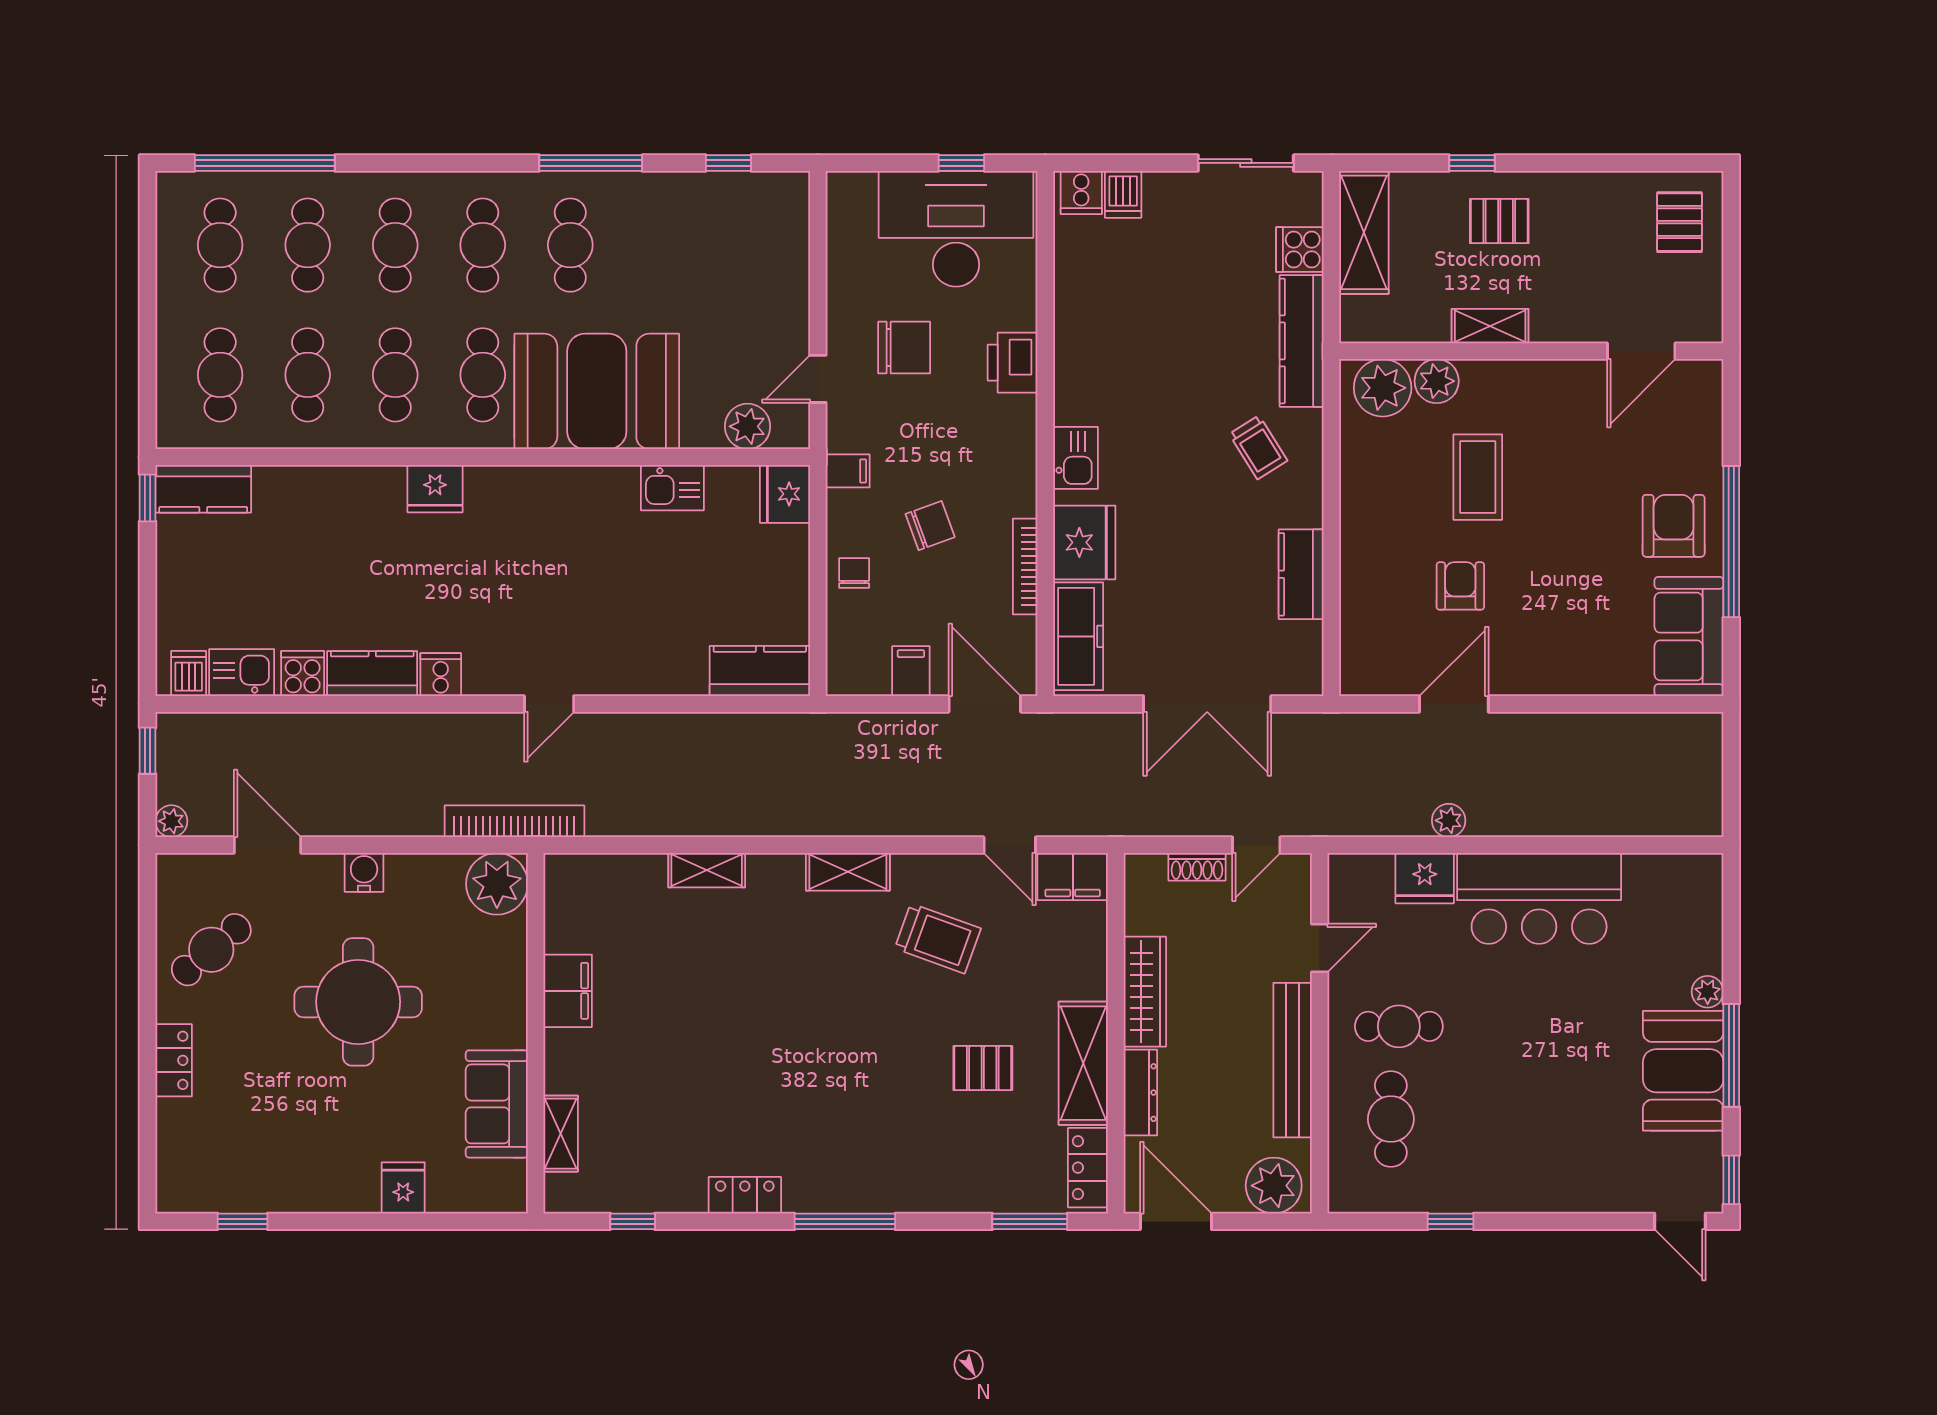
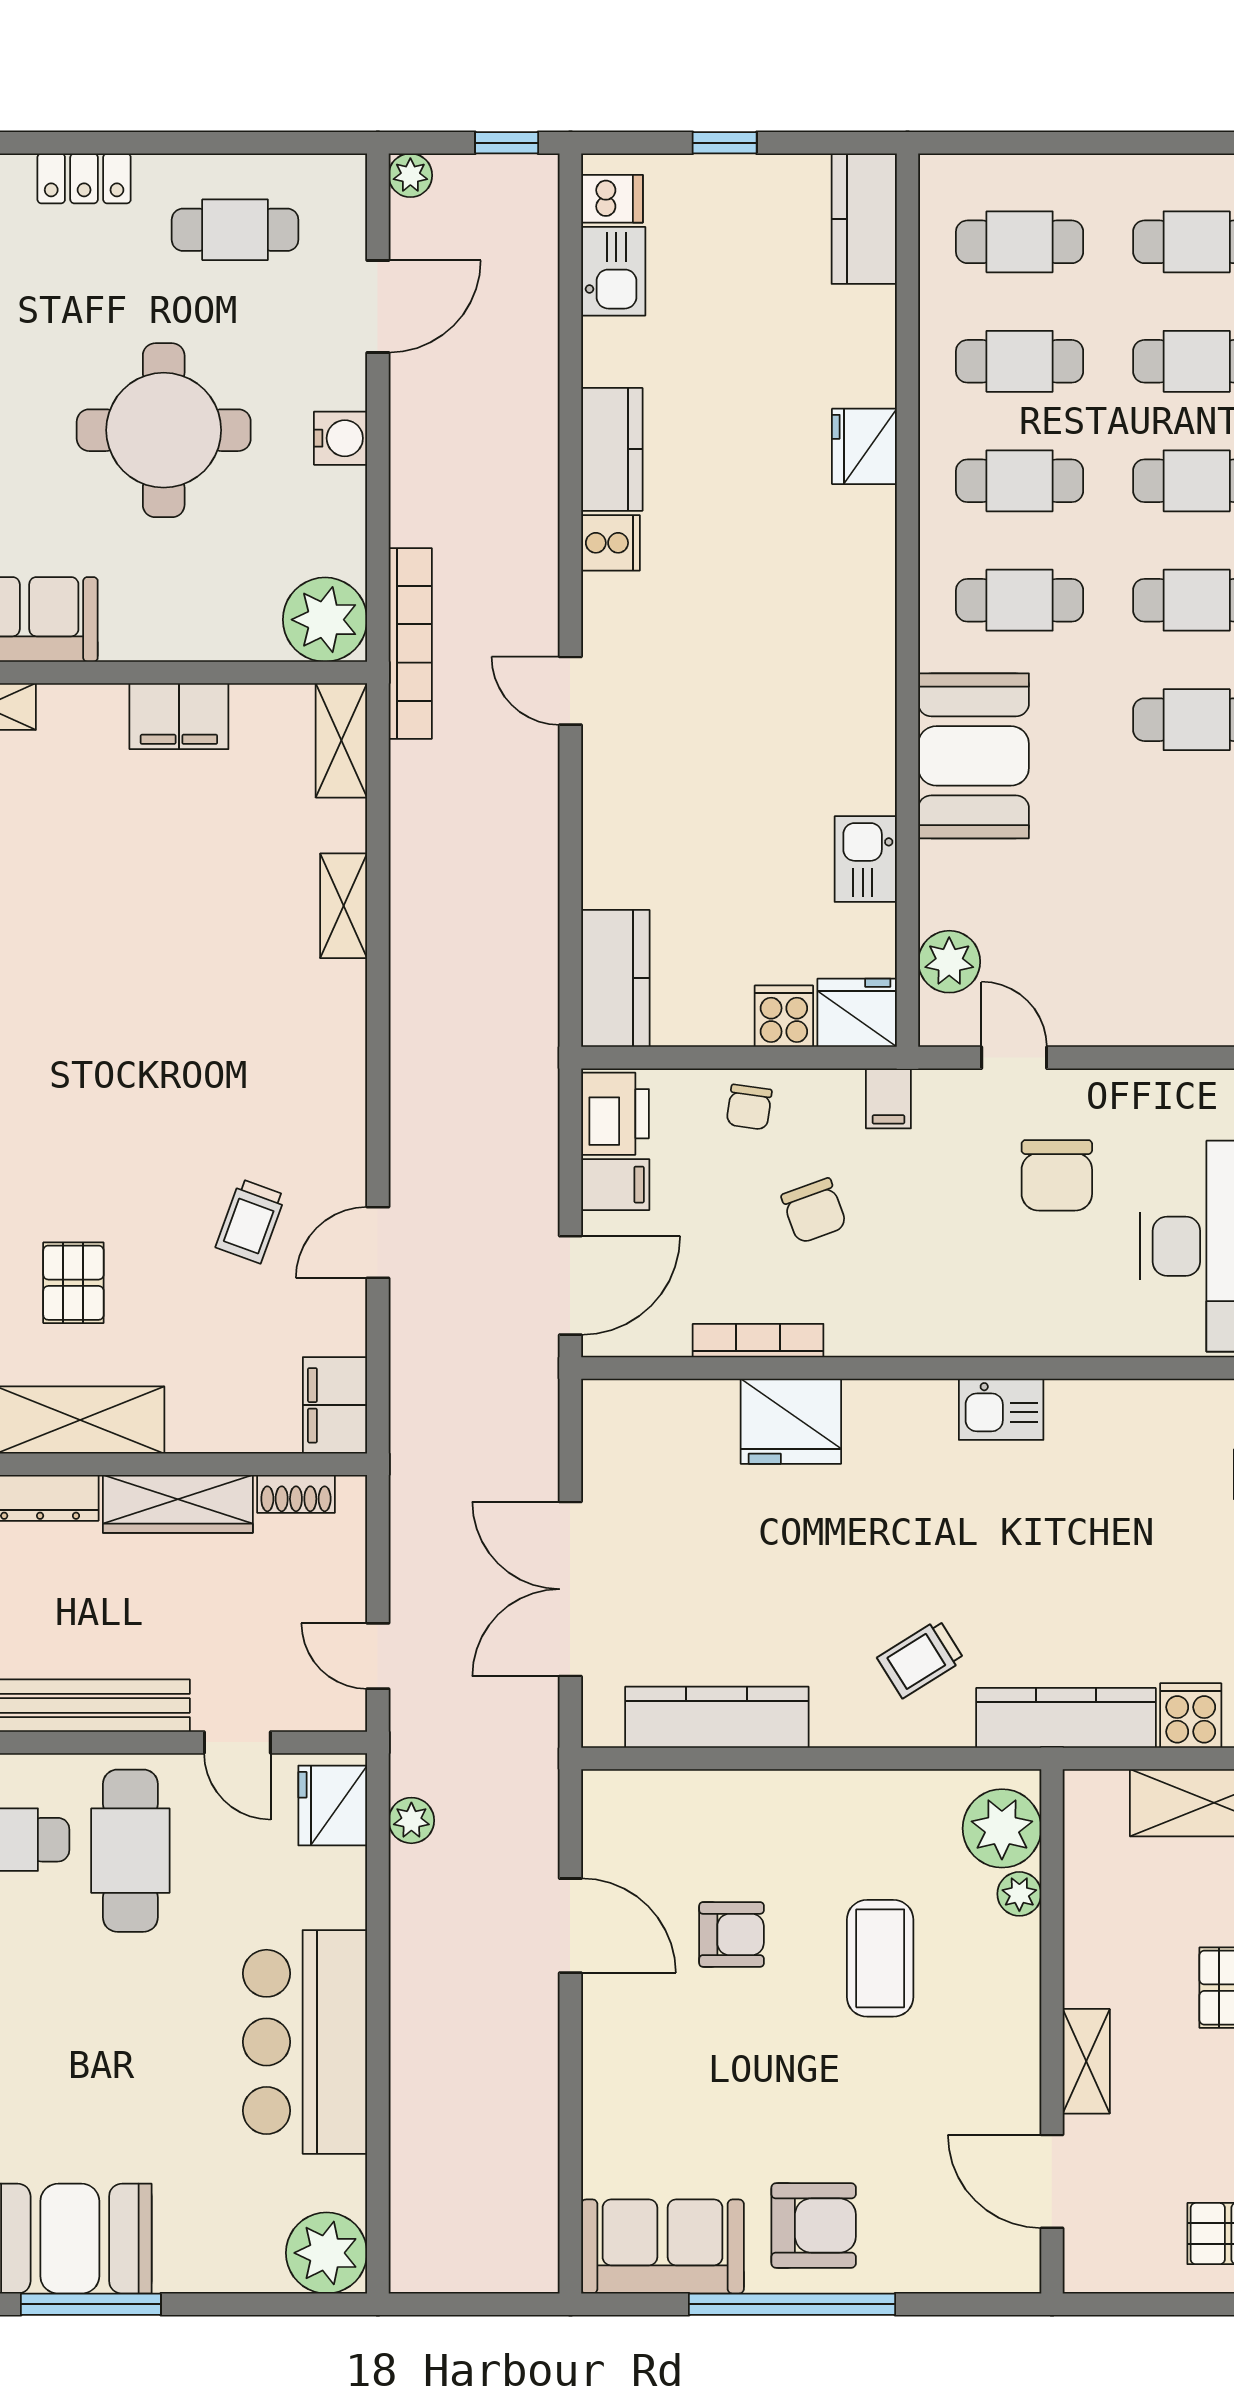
shelving: (1490, 326) -> (1086, 2061), moved
printer: (1013, 363) -> (615, 1114), moved, turned 90
plant: (1437, 381) -> (1019, 1894), width x0.73, depth x0.73
booth: (597, 391) -> (974, 756), width x0.73, depth x0.70
kitchen sink: (1076, 458) -> (1001, 1409), moved
coffee table: (1478, 477) -> (880, 1958), turned 90
fridge: (435, 489) -> (864, 446), moved
window: (148, 498) -> (725, 143), moved
chair: (854, 573) -> (749, 1107), turned 98
kitchen counter: (1301, 574) -> (717, 1717), width x1.50
freezer: (1078, 636) -> (663, 1413), removed
cooker: (303, 674) -> (784, 1016), moved, turned -90
plant: (1449, 820) -> (411, 1820), moved
door: (1010, 845) -> (378, 1243), moved
shoe rack: (1197, 867) -> (296, 1494), moved, turned -90
shelving: (848, 872) -> (341, 740), moved
fridge: (1425, 878) -> (333, 1806), moved
trolley: (938, 938) -> (250, 1221), width x0.73, depth x0.72
cafe table: (211, 950) -> (235, 230), turned -50
plant: (1708, 992) -> (327, 2253), moved, width x1.87, depth x1.87
cafe table: (1399, 1026) -> (130, 1851), width x1.37, depth x1.35

